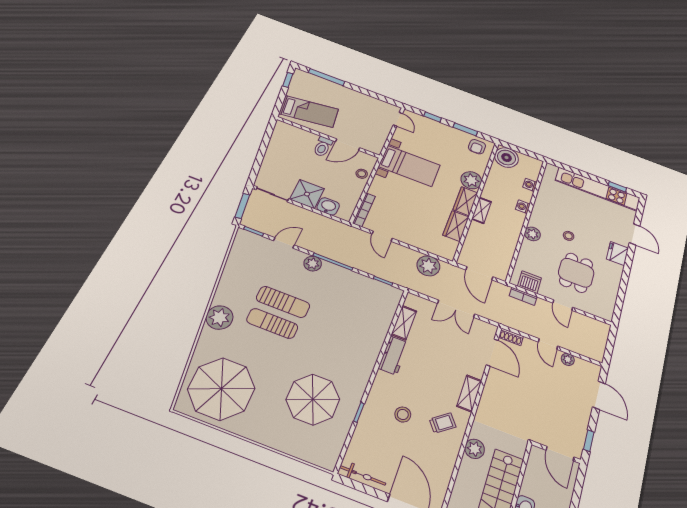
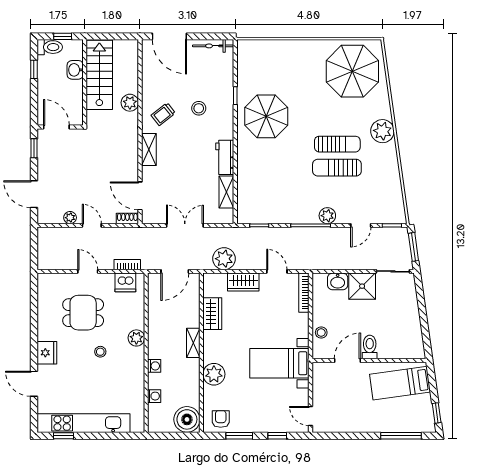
wardrobe: (465, 201) -> (243, 282), moved, turned 90
door: (479, 273) -> (175, 271), swing flipped
dining table: (576, 273) -> (83, 313), turned 90
parasol: (313, 399) -> (266, 116), moved

